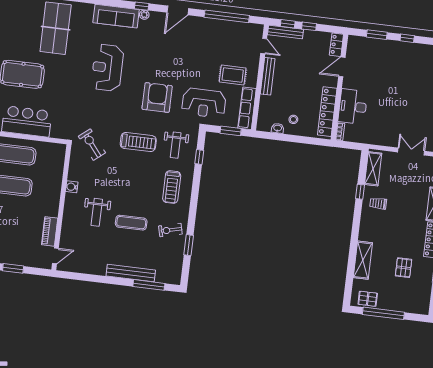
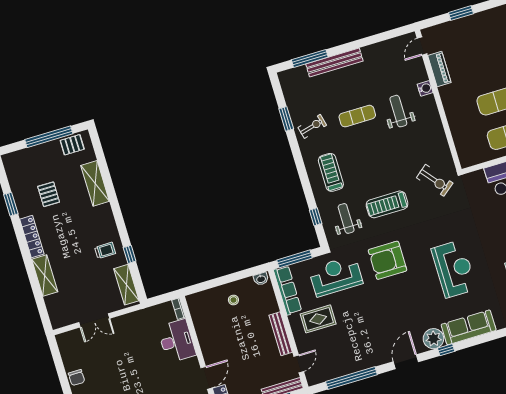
plant: (144, 15) -> (433, 339), width x1.88, depth x1.88
door: (264, 46) -> (299, 364), swing flipped
armchair: (157, 97) -> (388, 260), turned 90
locker: (327, 112) -> (201, 324), removed
washbasin: (278, 128) -> (261, 279), moved
window: (231, 131) -> (294, 259), width x1.44
water cooler: (72, 187) -> (425, 88), moved

